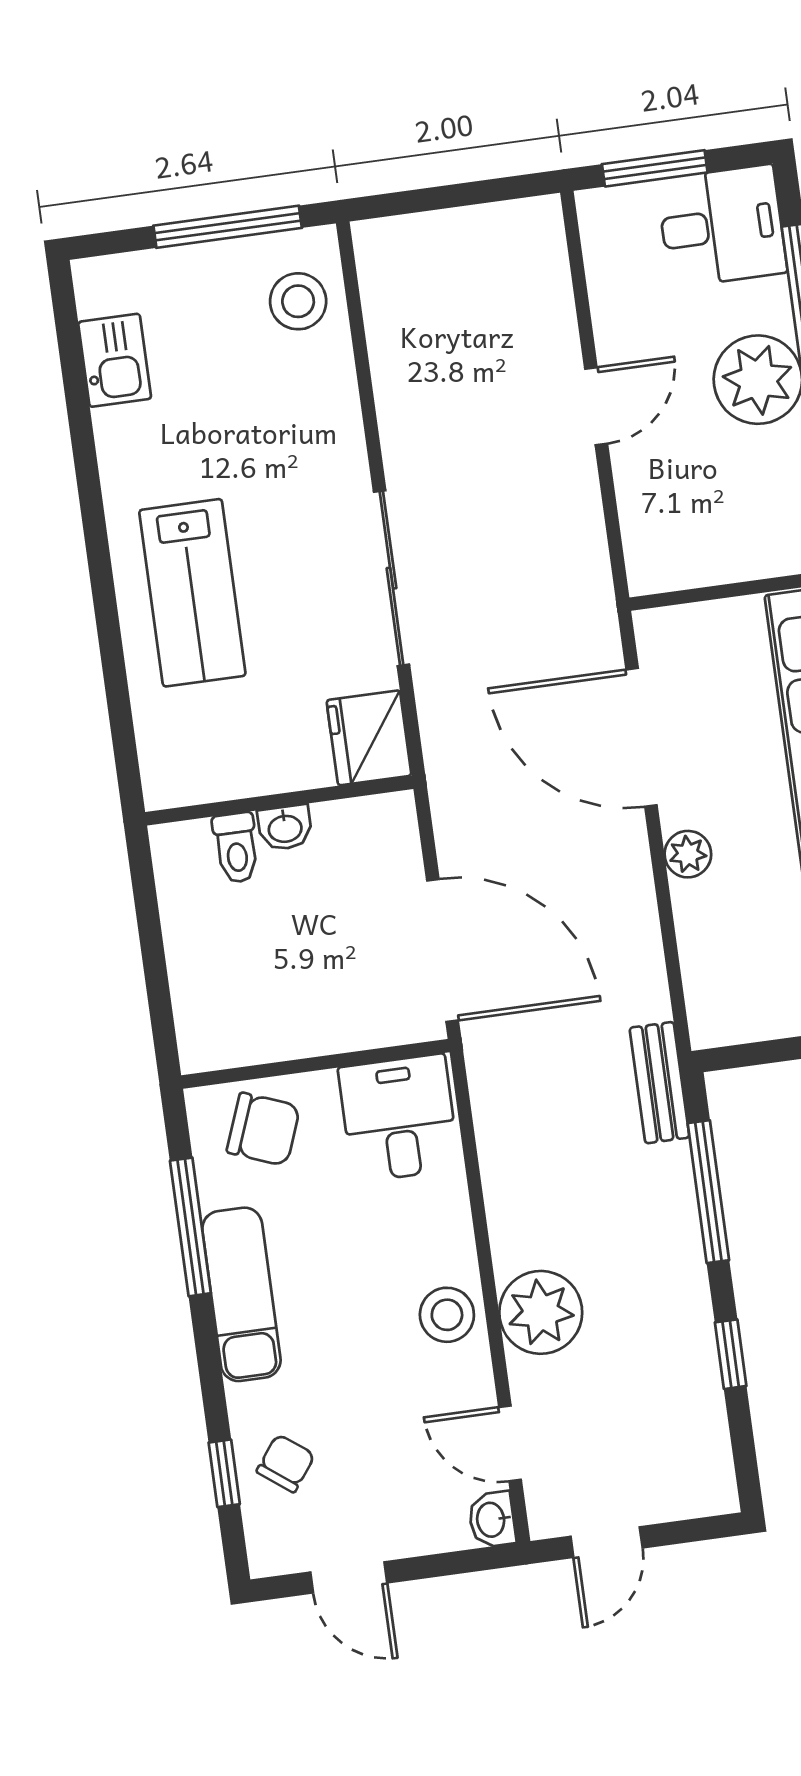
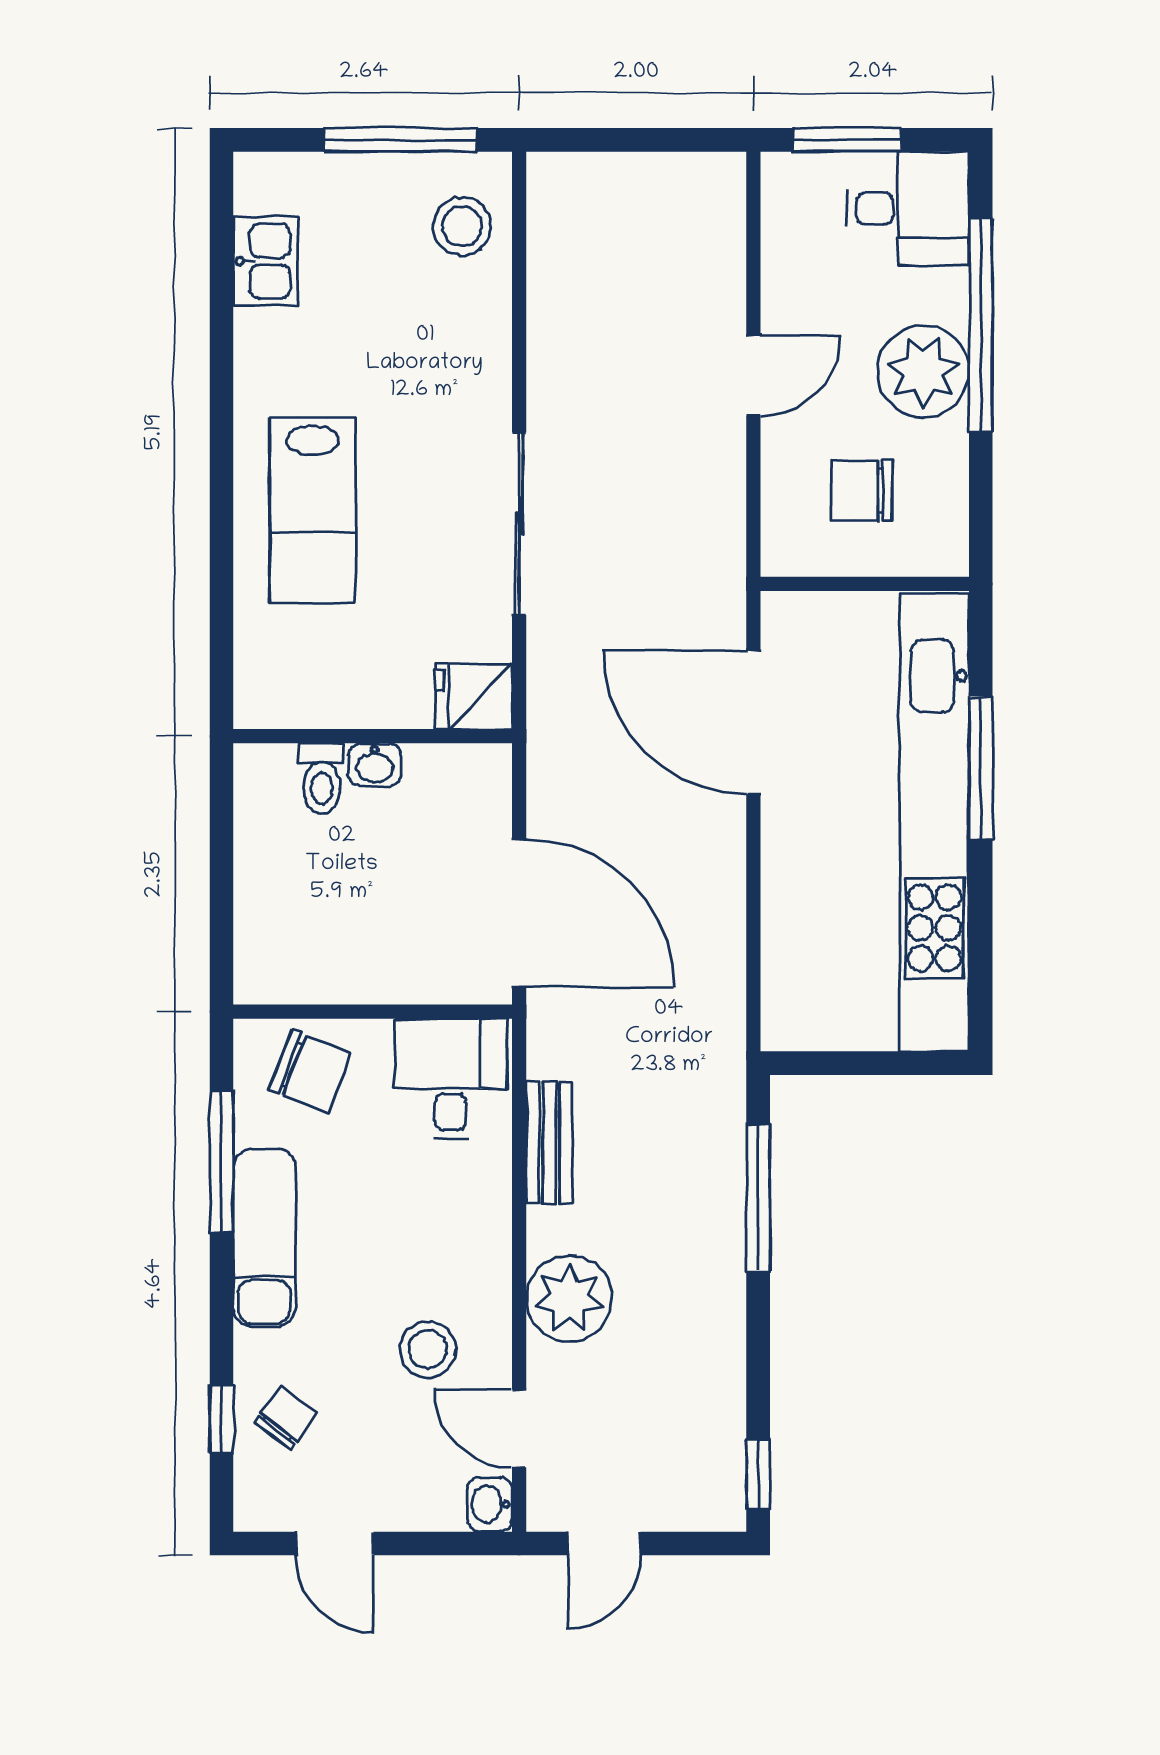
chair: (715, 502) -> (862, 491), added
fridge: (369, 738) -> (474, 697), width x0.72
plant: (688, 854) -> (785, 849), removed
bench: (659, 1083) -> (549, 1142), moved
stool: (447, 1315) -> (428, 1349), moved
window: (731, 1354) -> (758, 1474), moved

